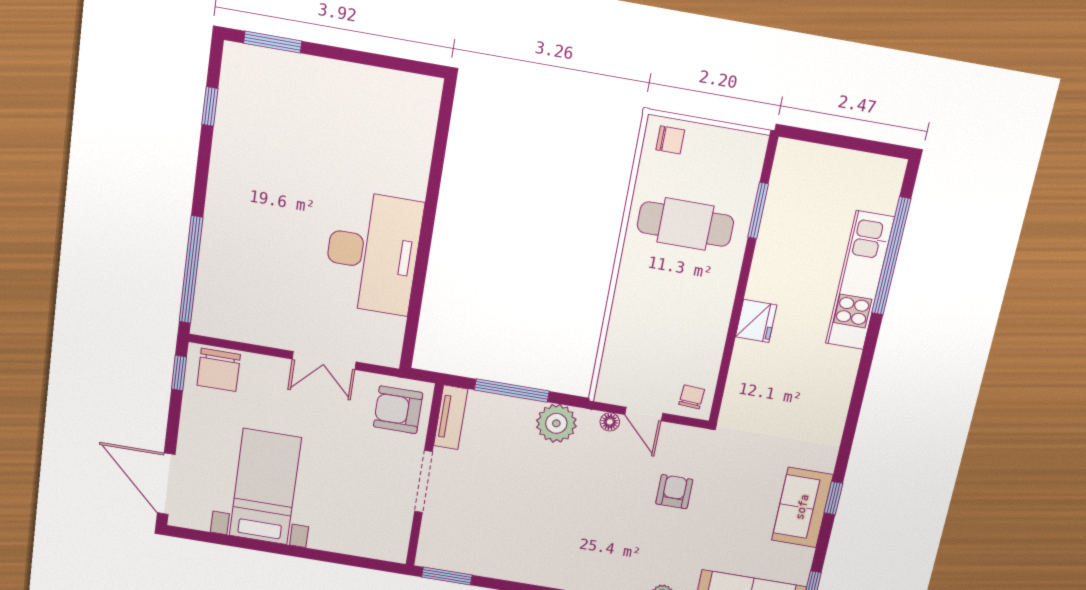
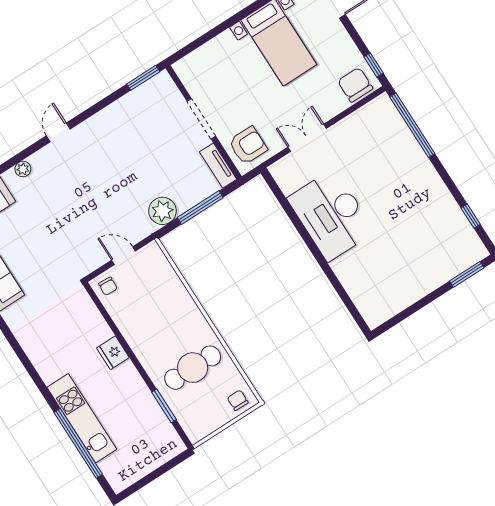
chair: (670, 140) -> (238, 400), turned 90
floor lamp: (610, 422) -> (137, 236), removed
armchair: (674, 492) -> (70, 230), removed

